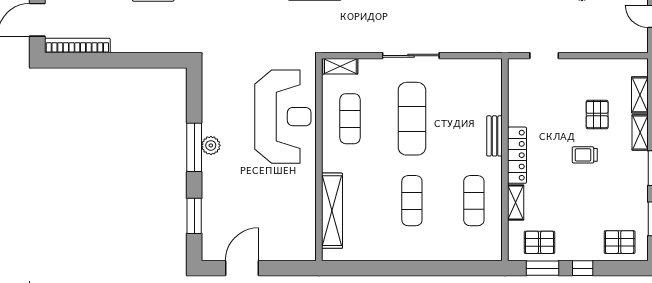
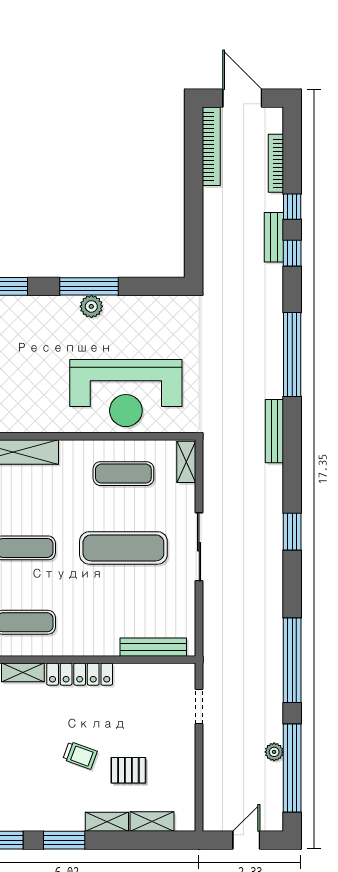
bench: (495, 136) -> (153, 647), moved, width x1.36
trolley: (585, 155) -> (80, 755), turned 110

